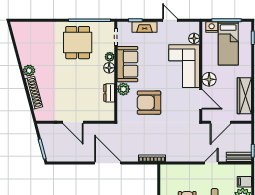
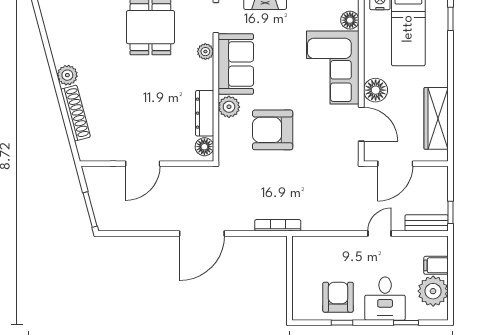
floor lamp: (109, 68) -> (204, 147), moved
dresser: (109, 93) -> (205, 113), width x1.44
door: (73, 122) -> (143, 164), hinge flipped
door: (108, 163) -> (202, 233), swing flipped

